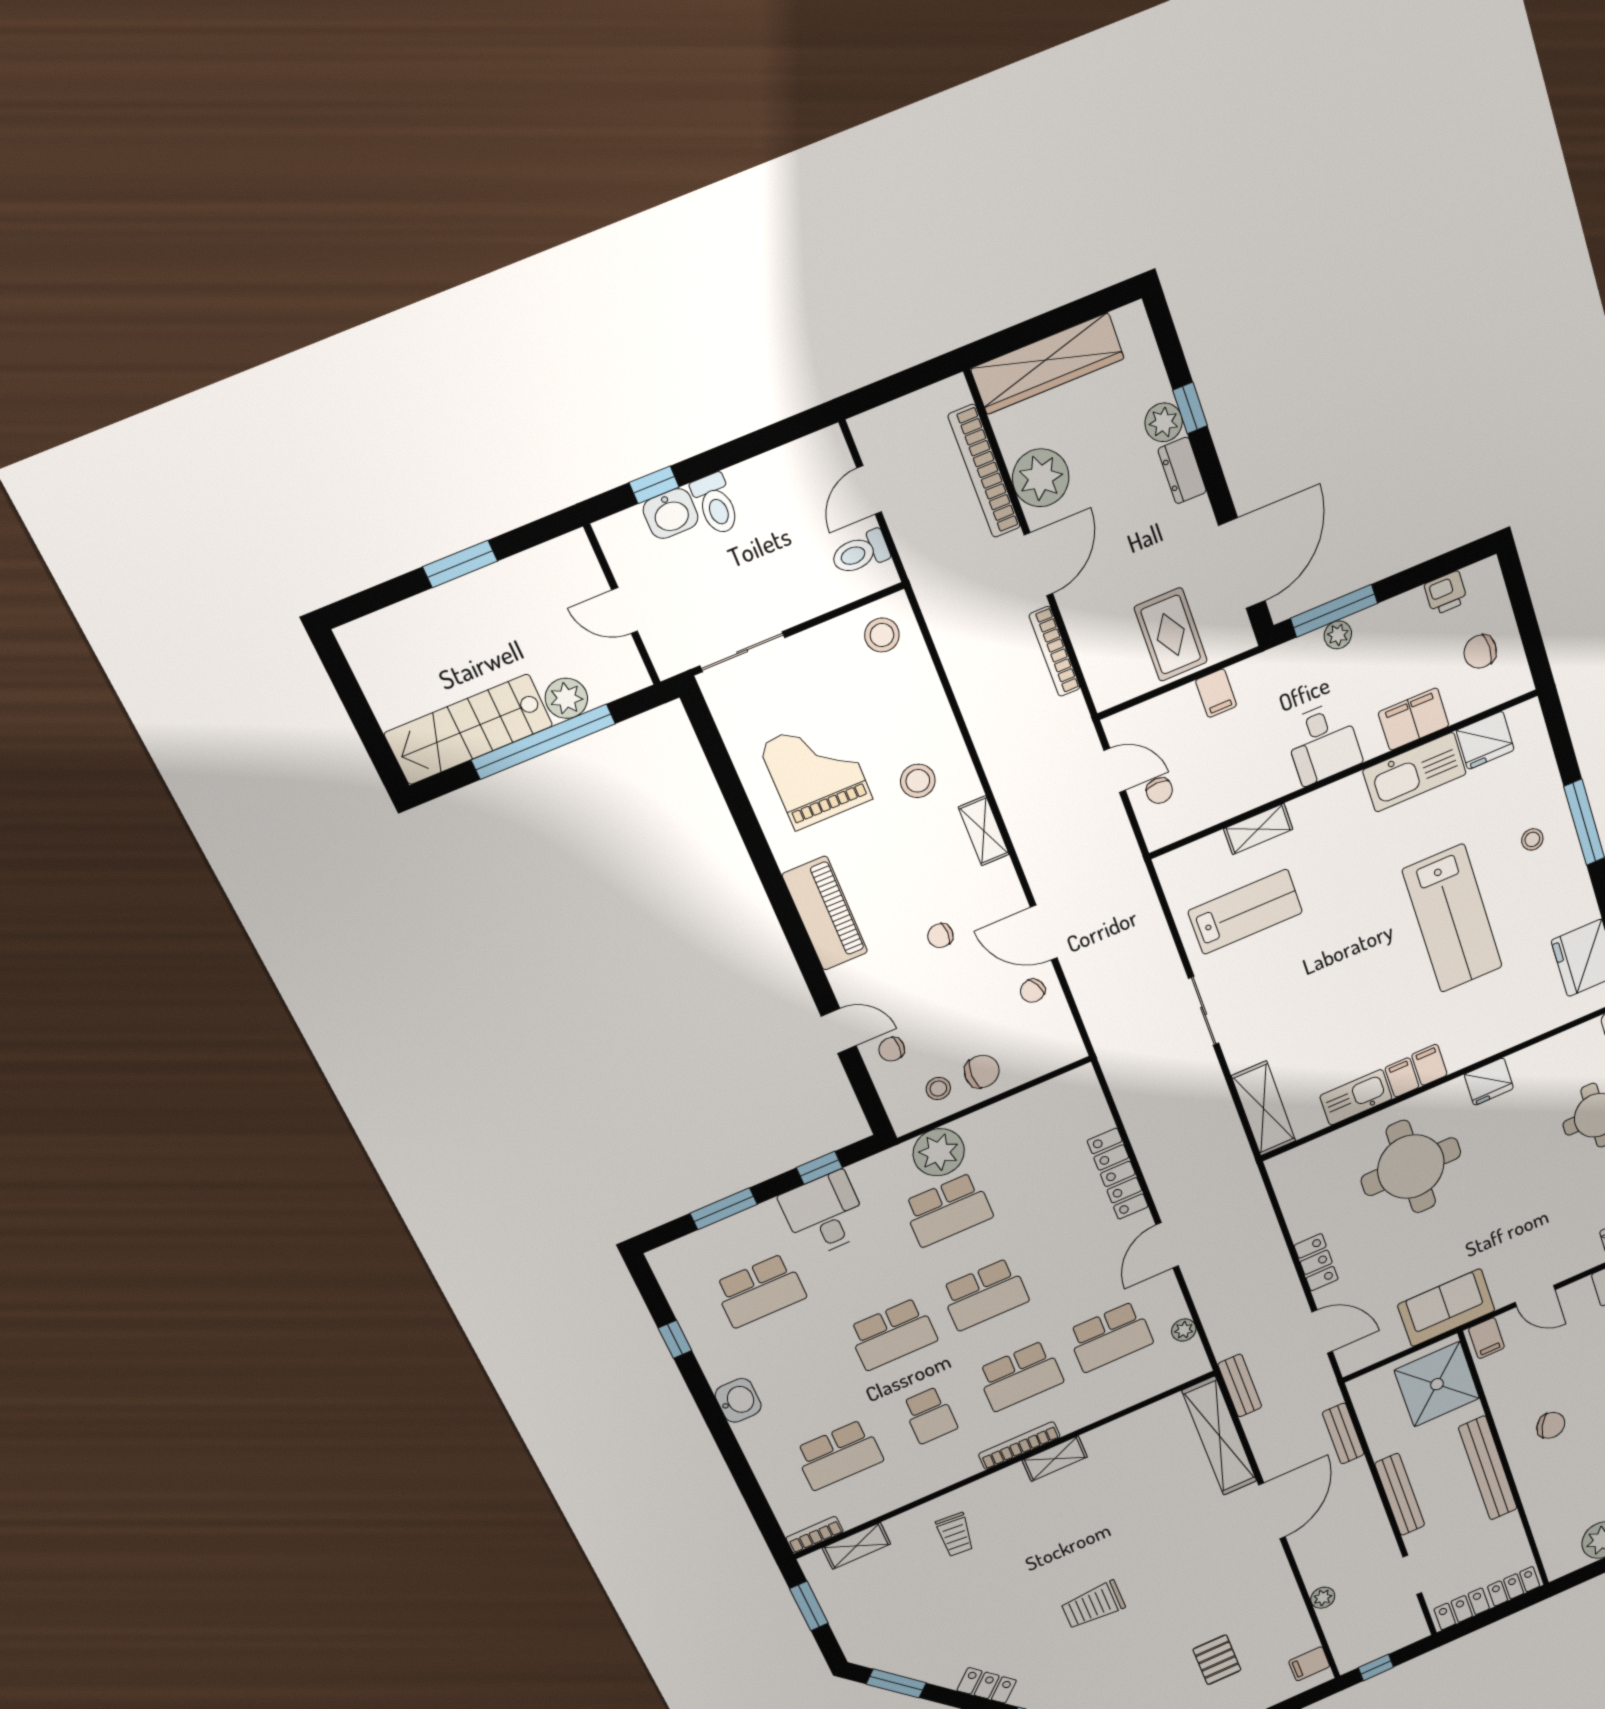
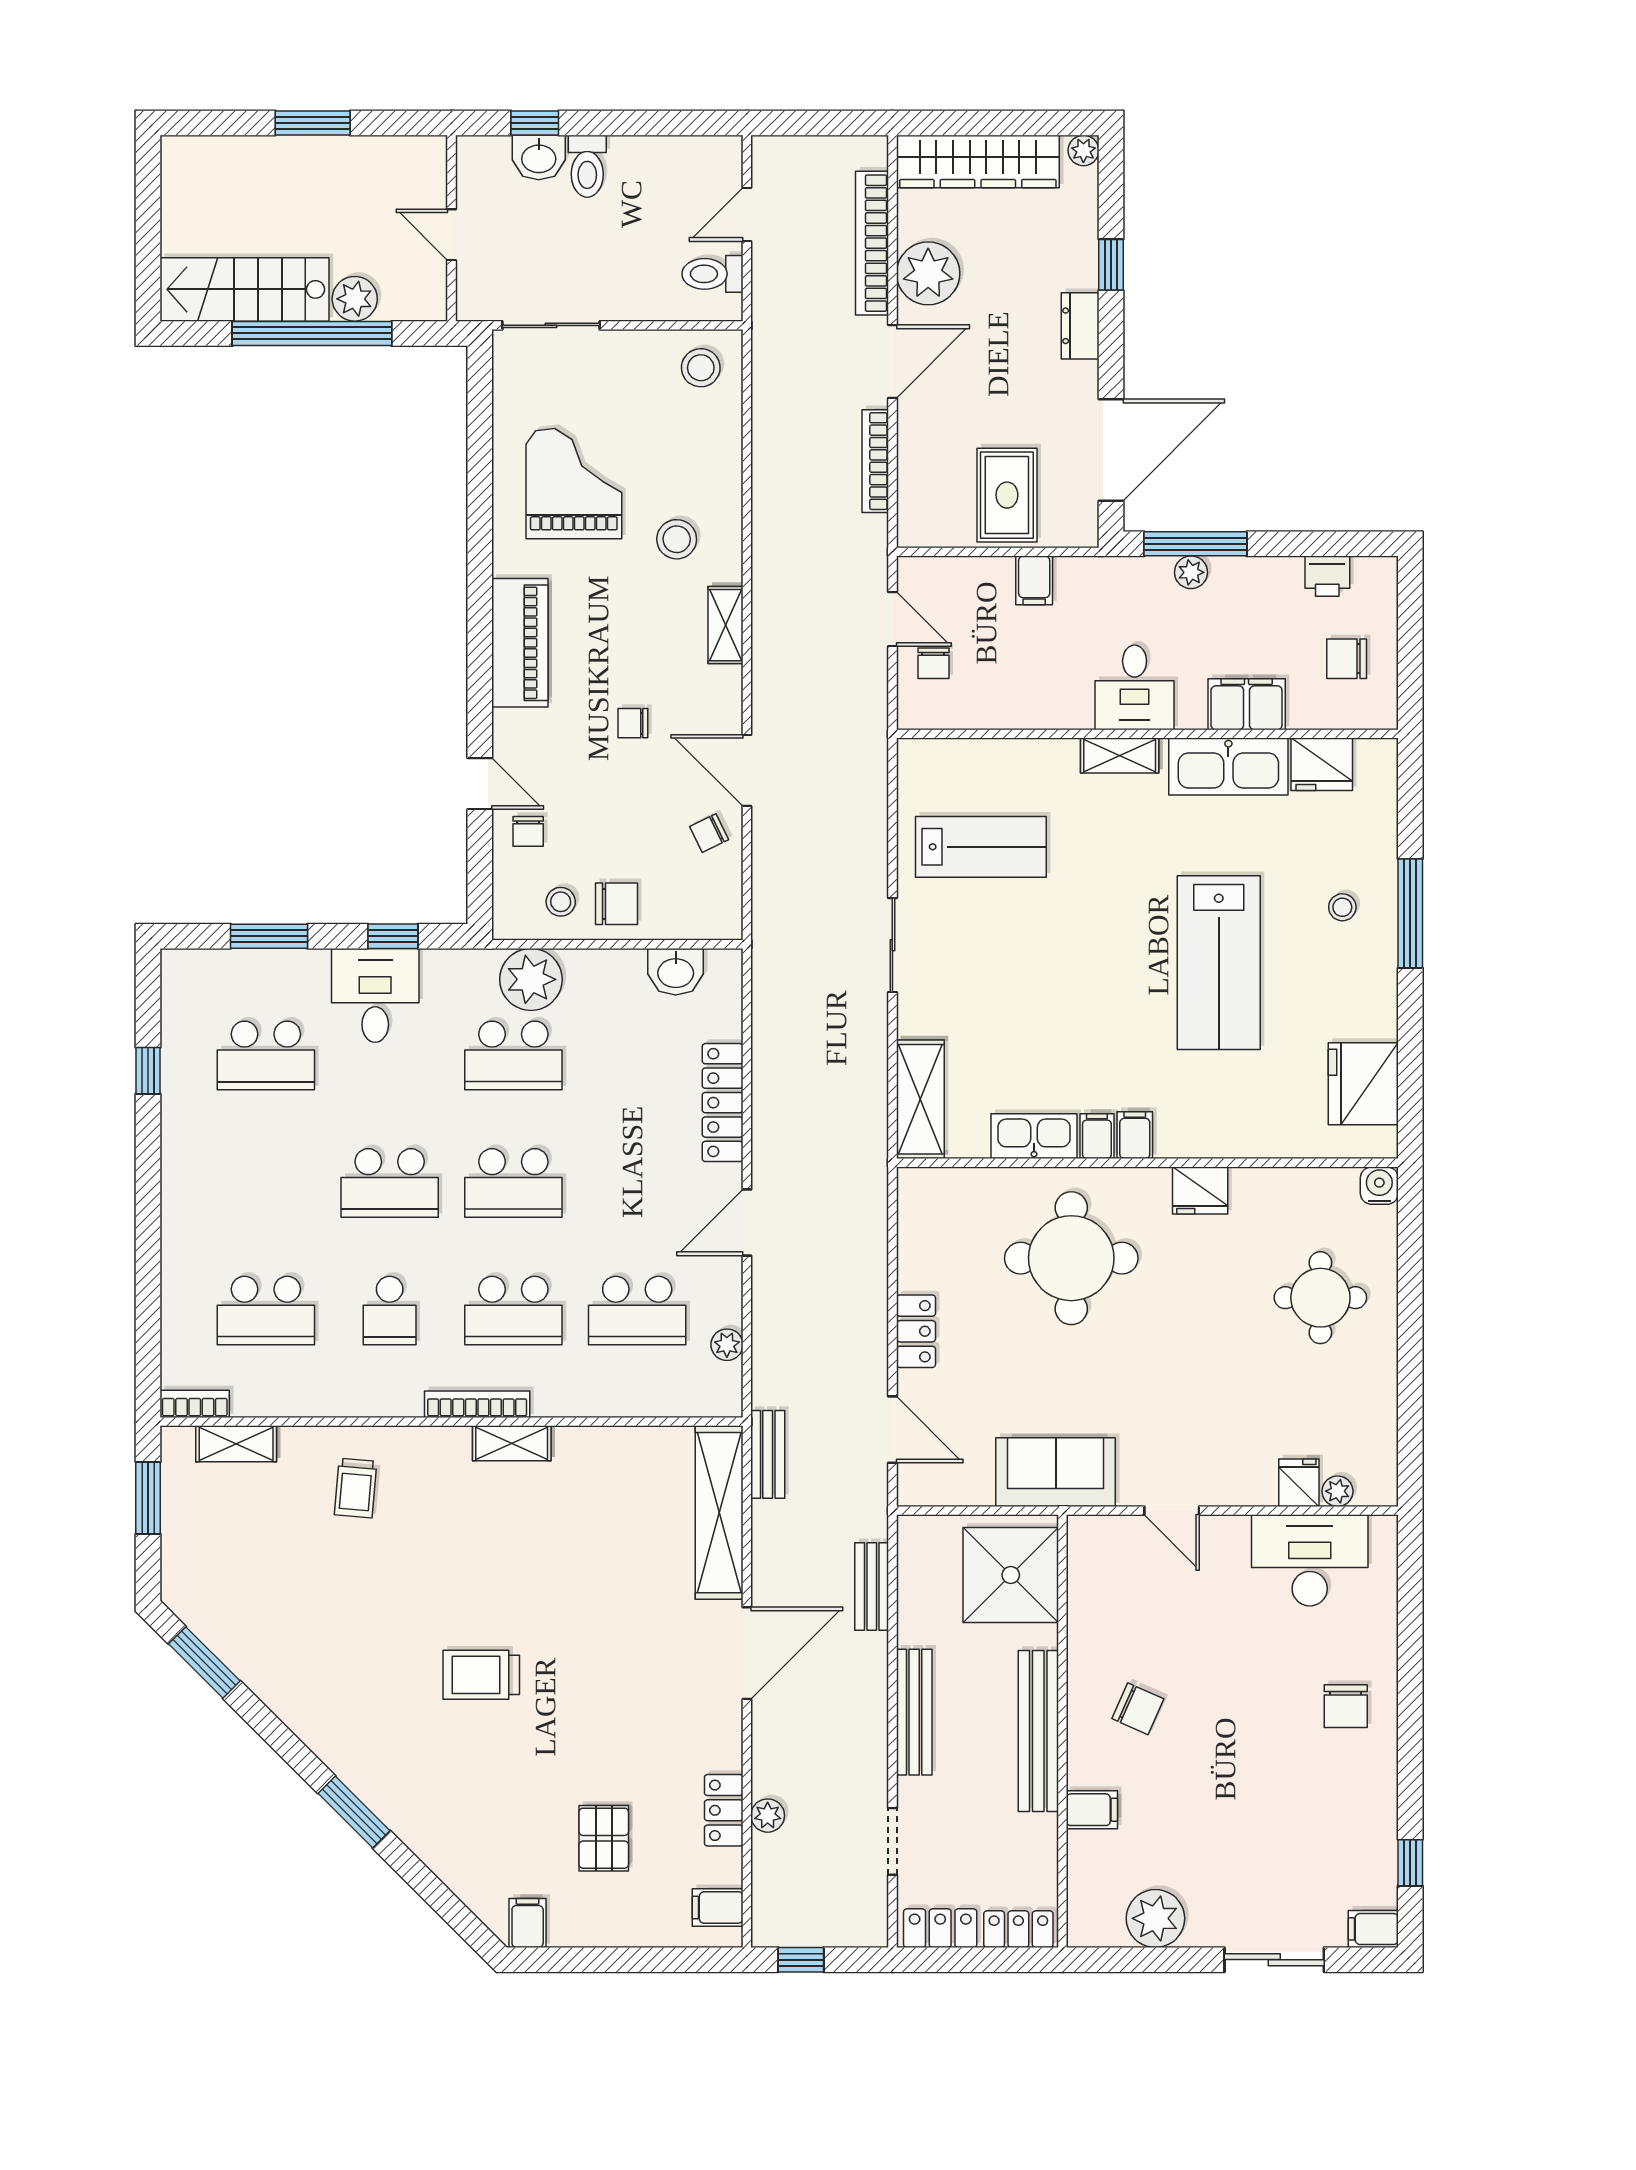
plant: (1164, 422) -> (1083, 150), moved, width x0.73, depth x0.73
shelving: (1258, 829) -> (1120, 756), moved
chair: (892, 1049) -> (528, 831), turned -90
filing cabinet: (1486, 1338) -> (1092, 1810), moved, turned -90
washbasin: (738, 1400) -> (676, 972), moved, turned 90
locker: (987, 1685) -> (724, 1810), moved, turned -135

